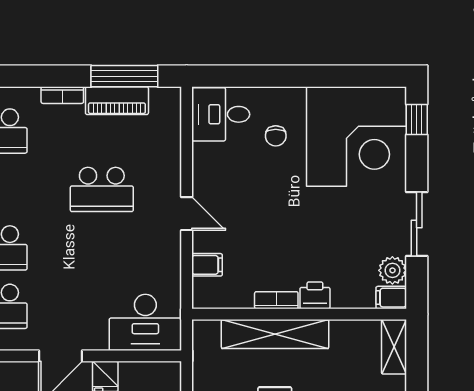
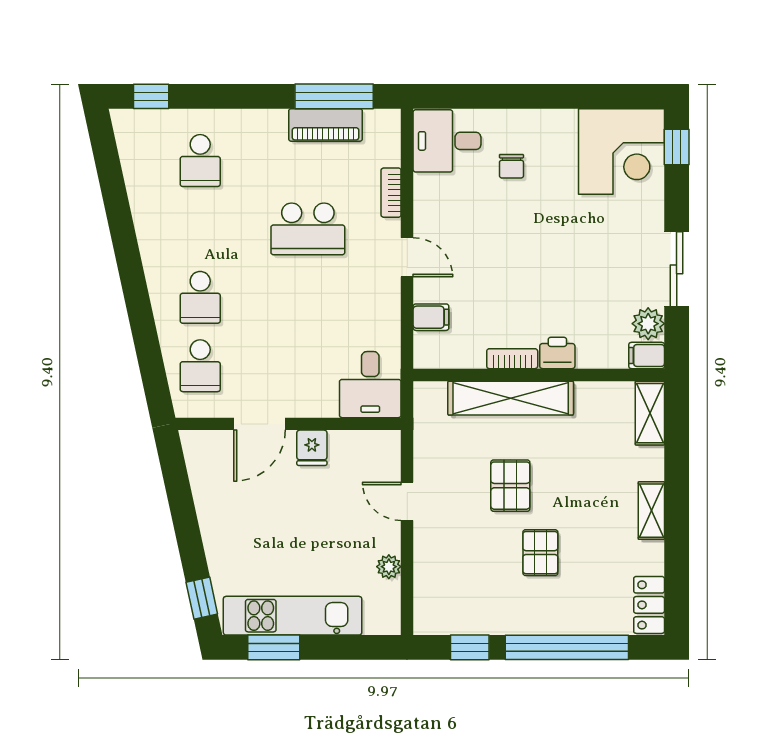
bookcase: (62, 95) -> (391, 193), moved, turned 90
corner desk: (356, 136) -> (621, 151), width x0.74, depth x0.74
desk: (145, 322) -> (370, 385), width x0.73

